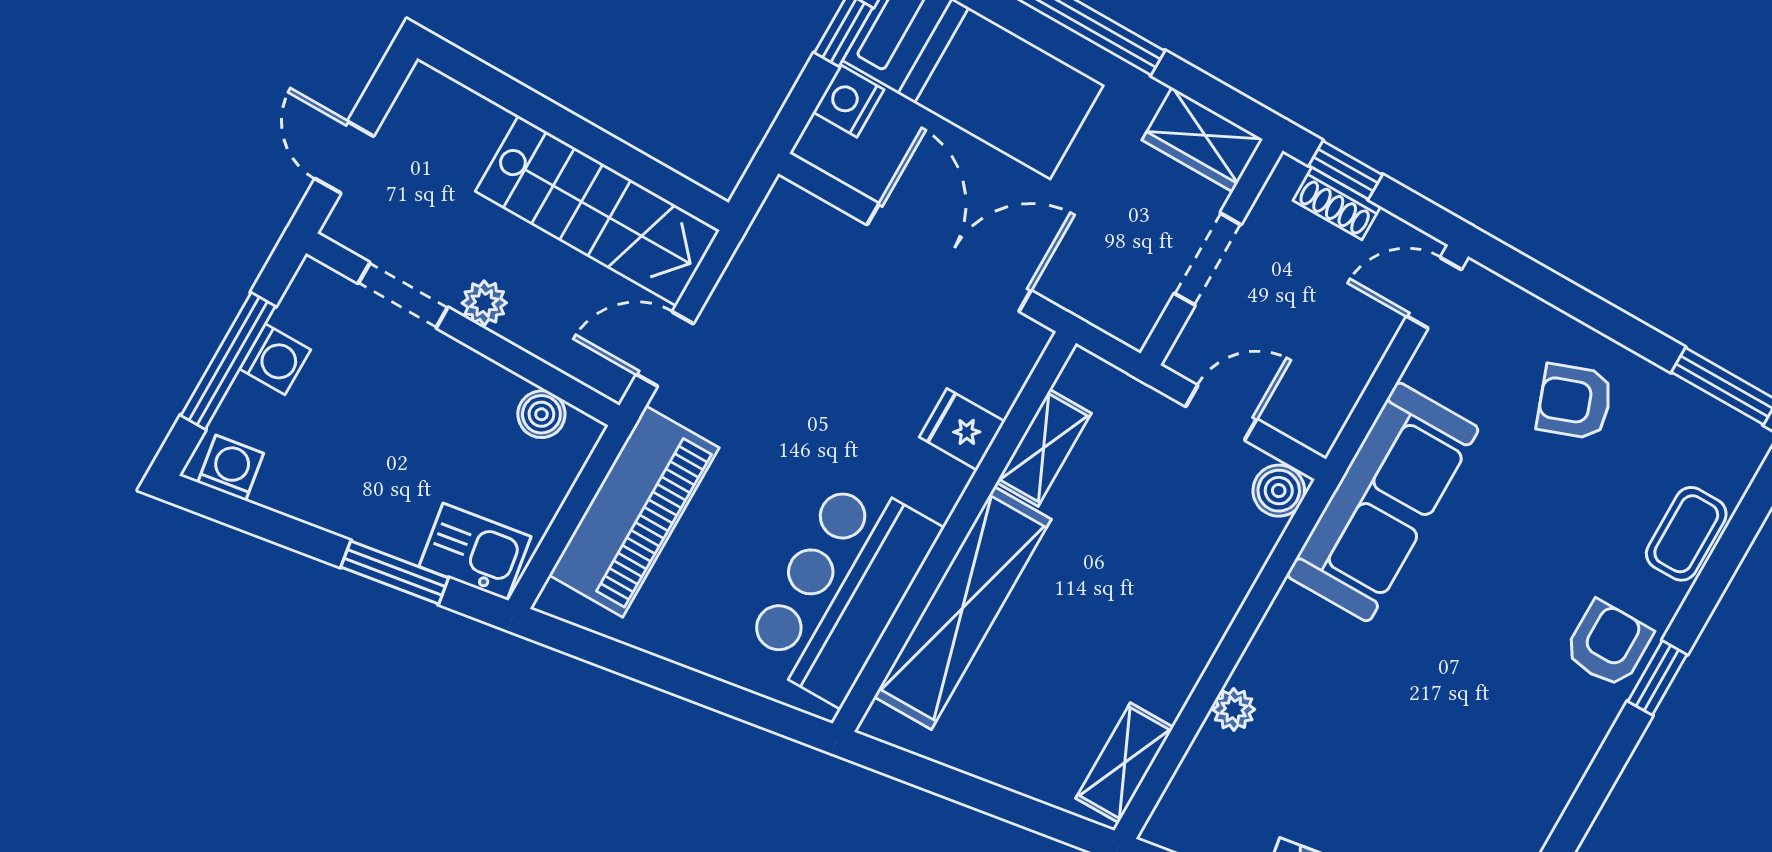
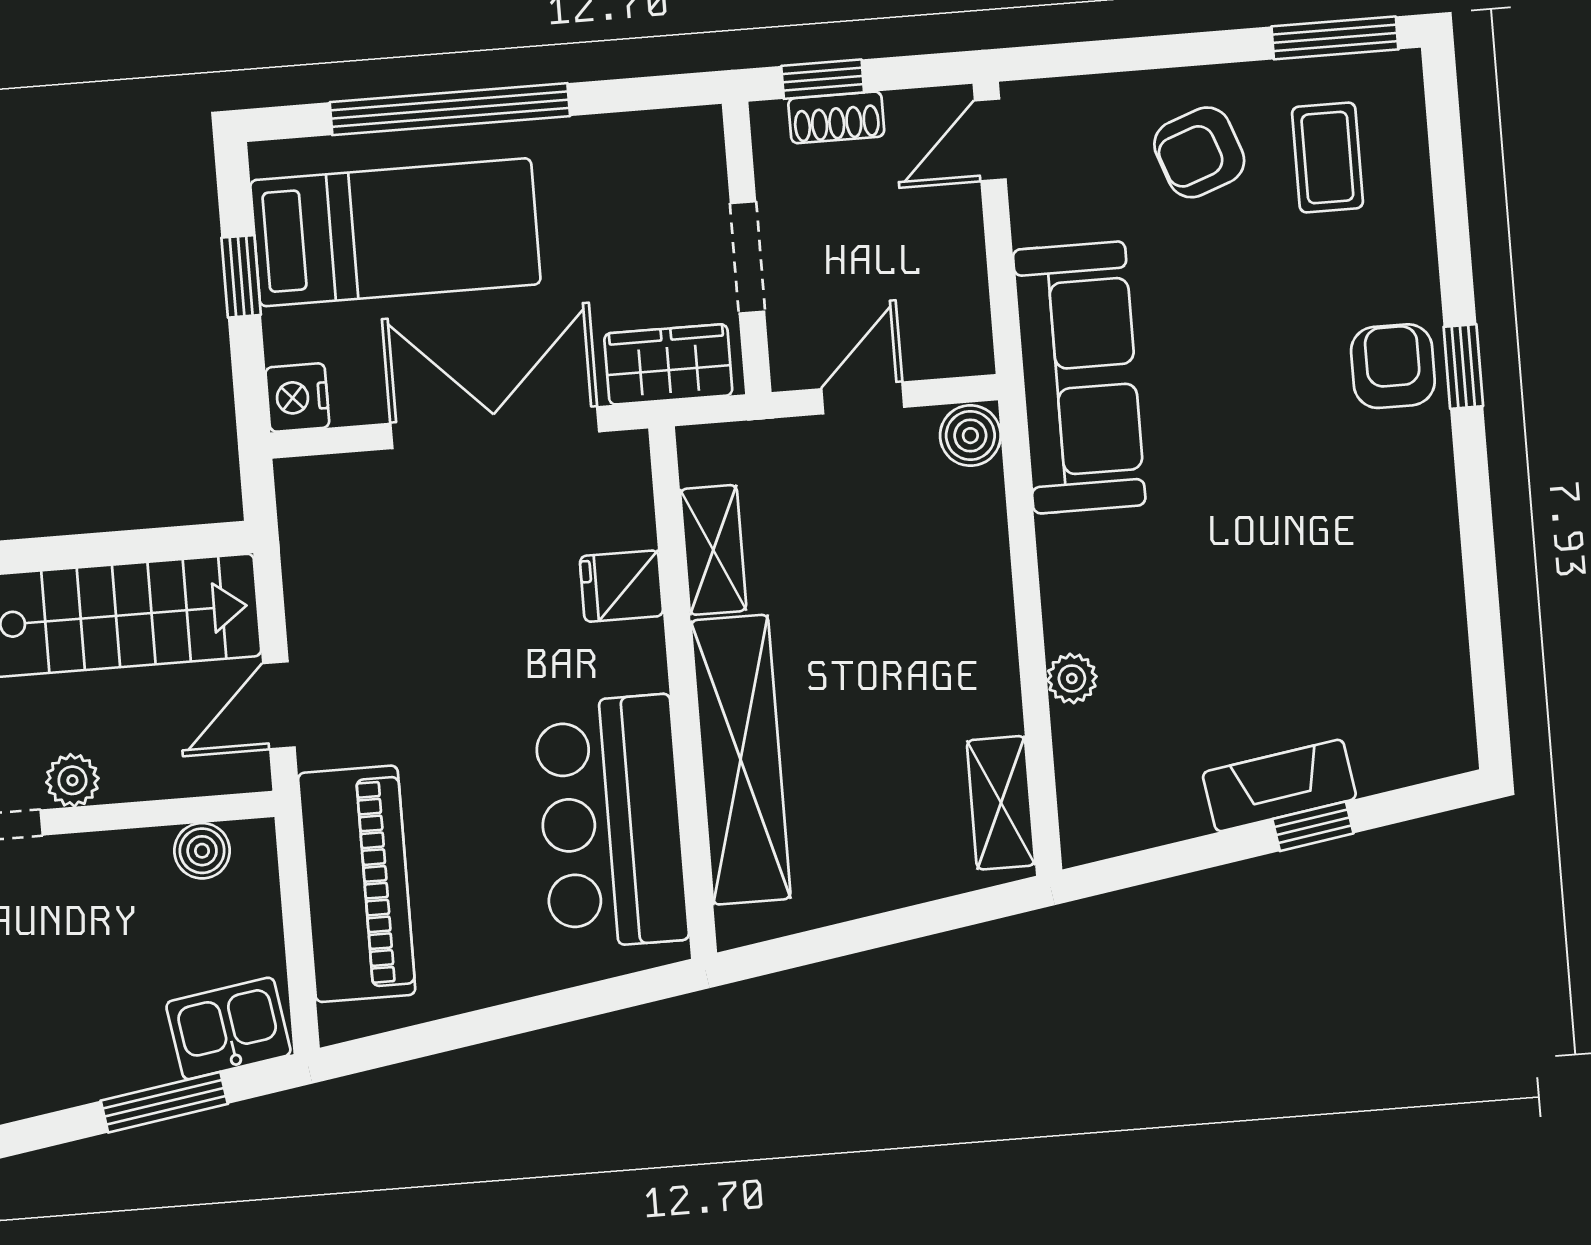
nightstand: (848, 101) -> (297, 397), moved
wardrobe: (1202, 140) -> (668, 364), moved, turned 180
coffee table: (1686, 534) -> (1327, 158), moved

